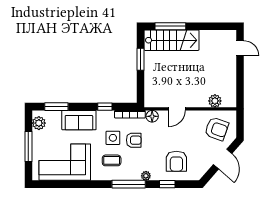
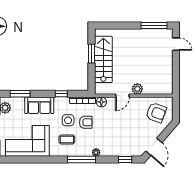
window: (170, 26) -> (154, 26), moved
stairs: (172, 40) -> (103, 59), moved, turned -90
plant: (215, 101) -> (137, 89), moved
door: (223, 159) -> (154, 147), moved
armchair: (176, 161) -> (122, 140), removed
window: (167, 184) -> (125, 160), moved

